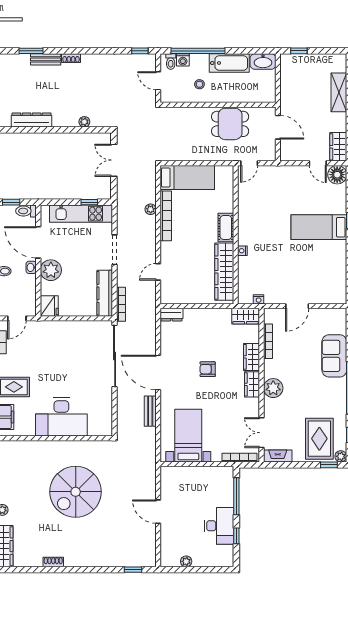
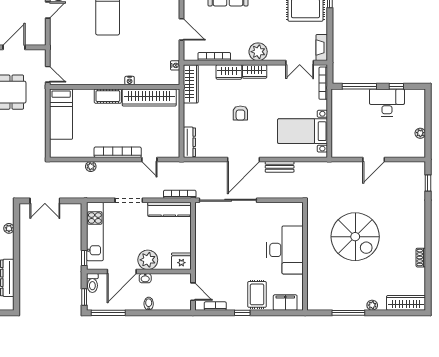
bed: (187, 177) -> (61, 114), moved, turned 180
window: (89, 202) -> (84, 258), moved
bookcase: (166, 216) -> (118, 152), moved
dresser: (171, 315) -> (189, 142), width x1.44
wardrobe: (246, 316) -> (191, 84), width x1.50

